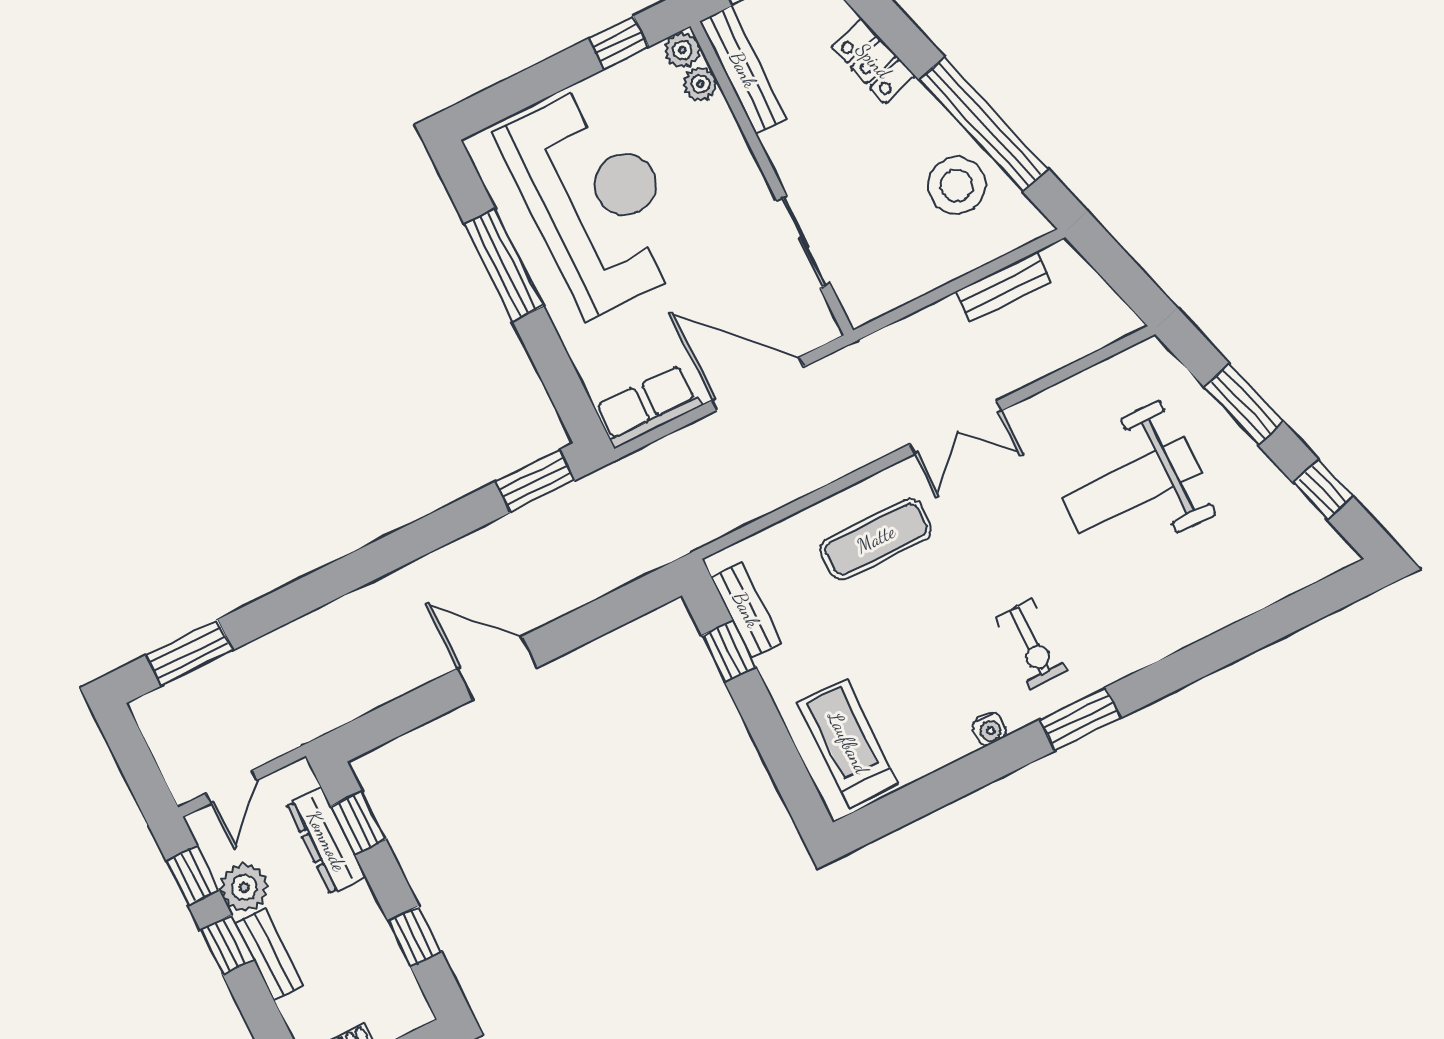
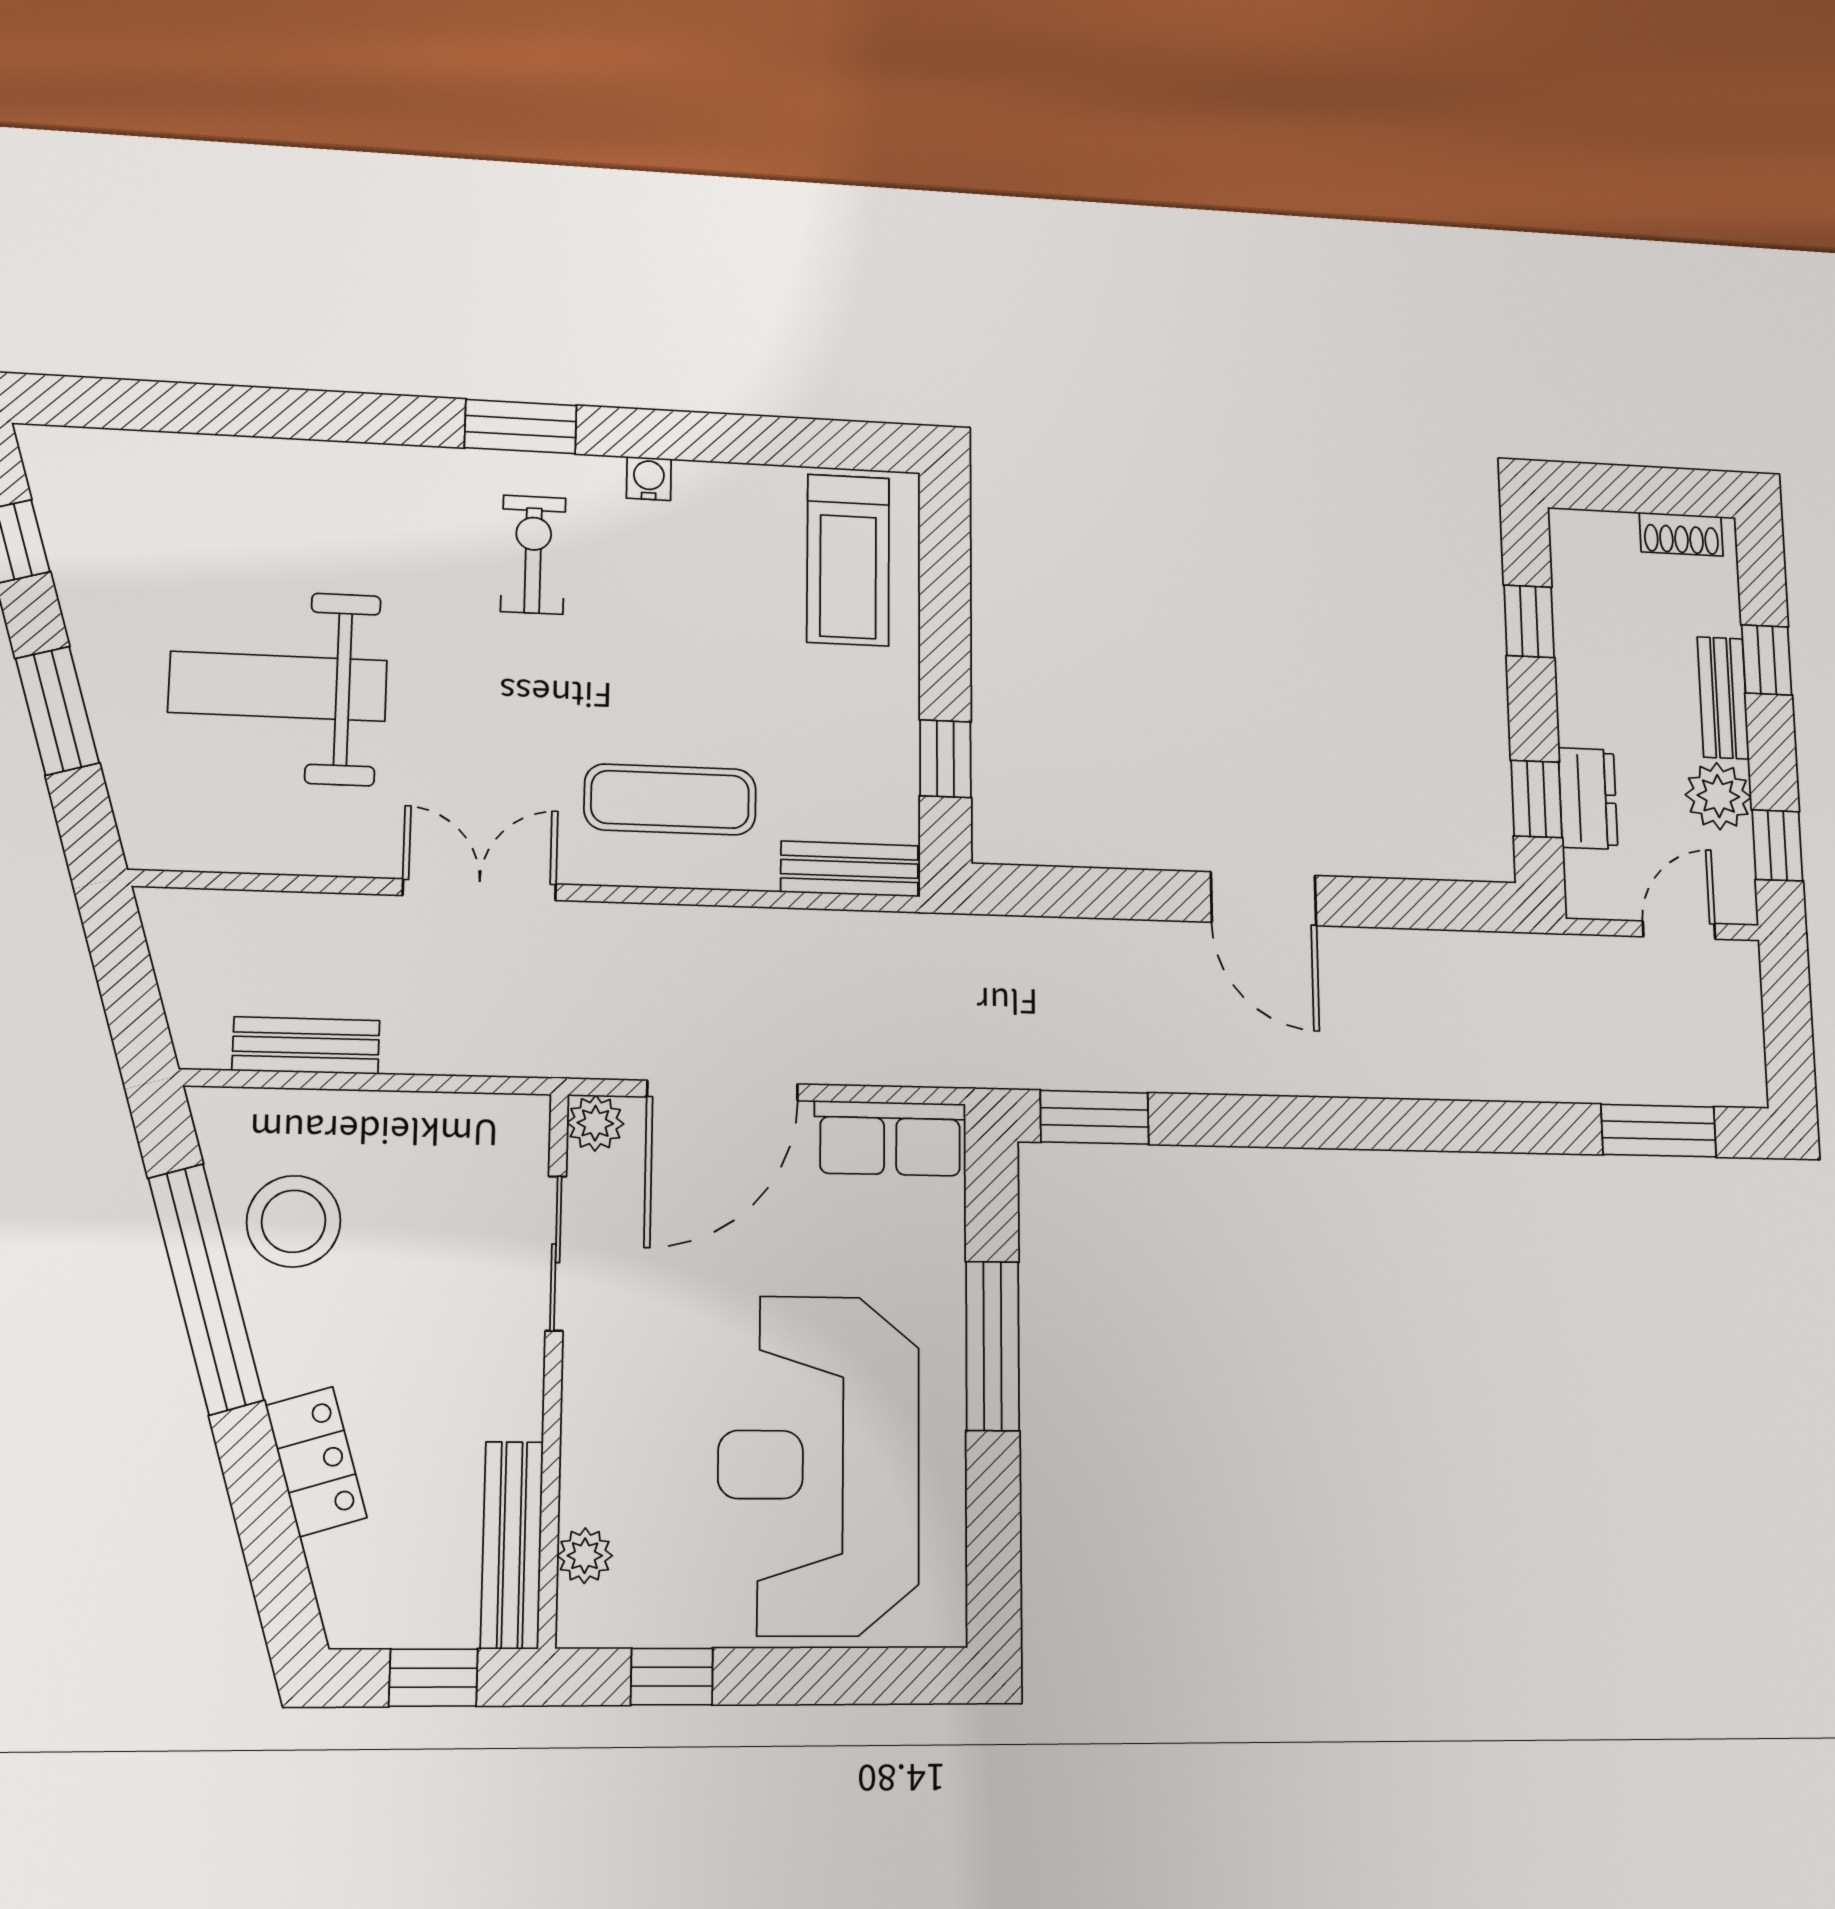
plant: (682, 50) -> (595, 1123), moved
window: (504, 265) -> (993, 1346), moved
door: (758, 384) -> (723, 1090), hinge flipped
weight bench: (1132, 485) -> (278, 686), turned 180
bench: (746, 610) -> (850, 869), moved, turned 90
dresser: (326, 841) -> (1588, 798), width x0.70
window: (227, 945) -> (1767, 660), moved

